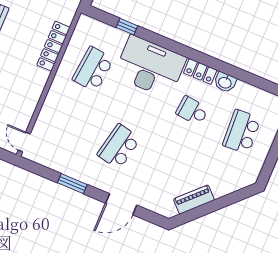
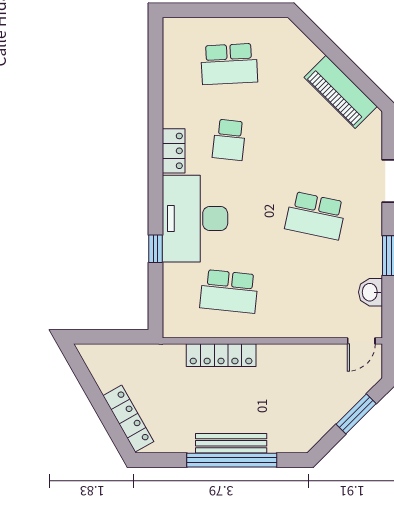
window: (127, 27) -> (155, 249), moved
washbasin: (225, 82) -> (370, 292), moved, turned 180
piano: (194, 200) -> (341, 92), width x1.37, depth x1.33

